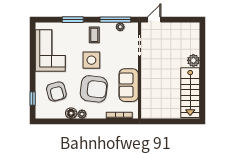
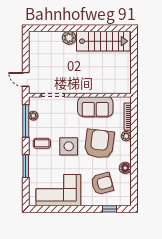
plant: (82, 114) -> (126, 136), moved

